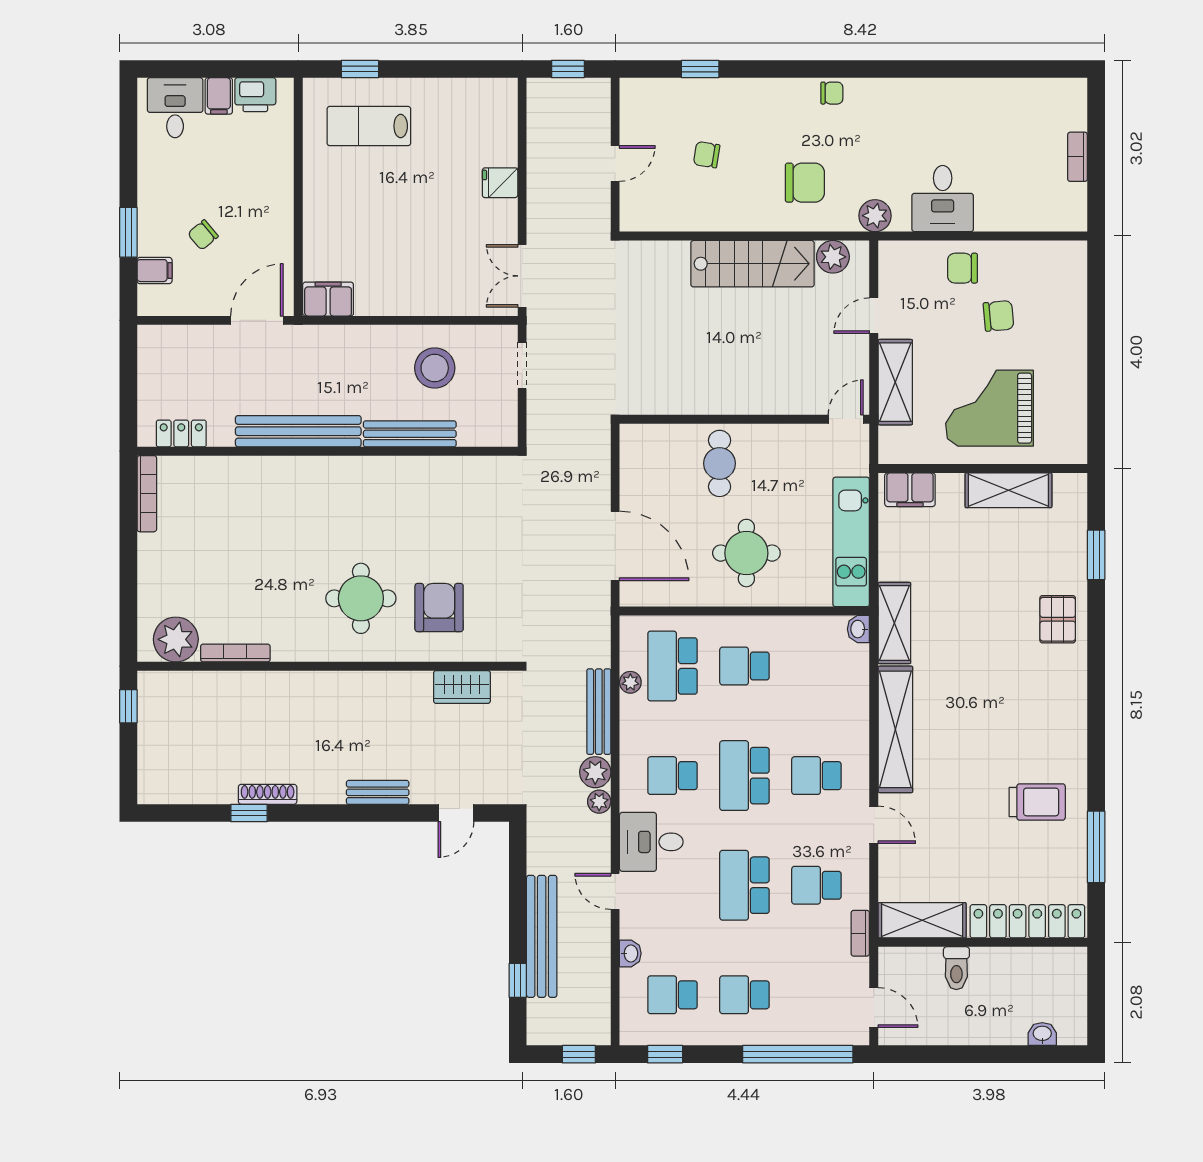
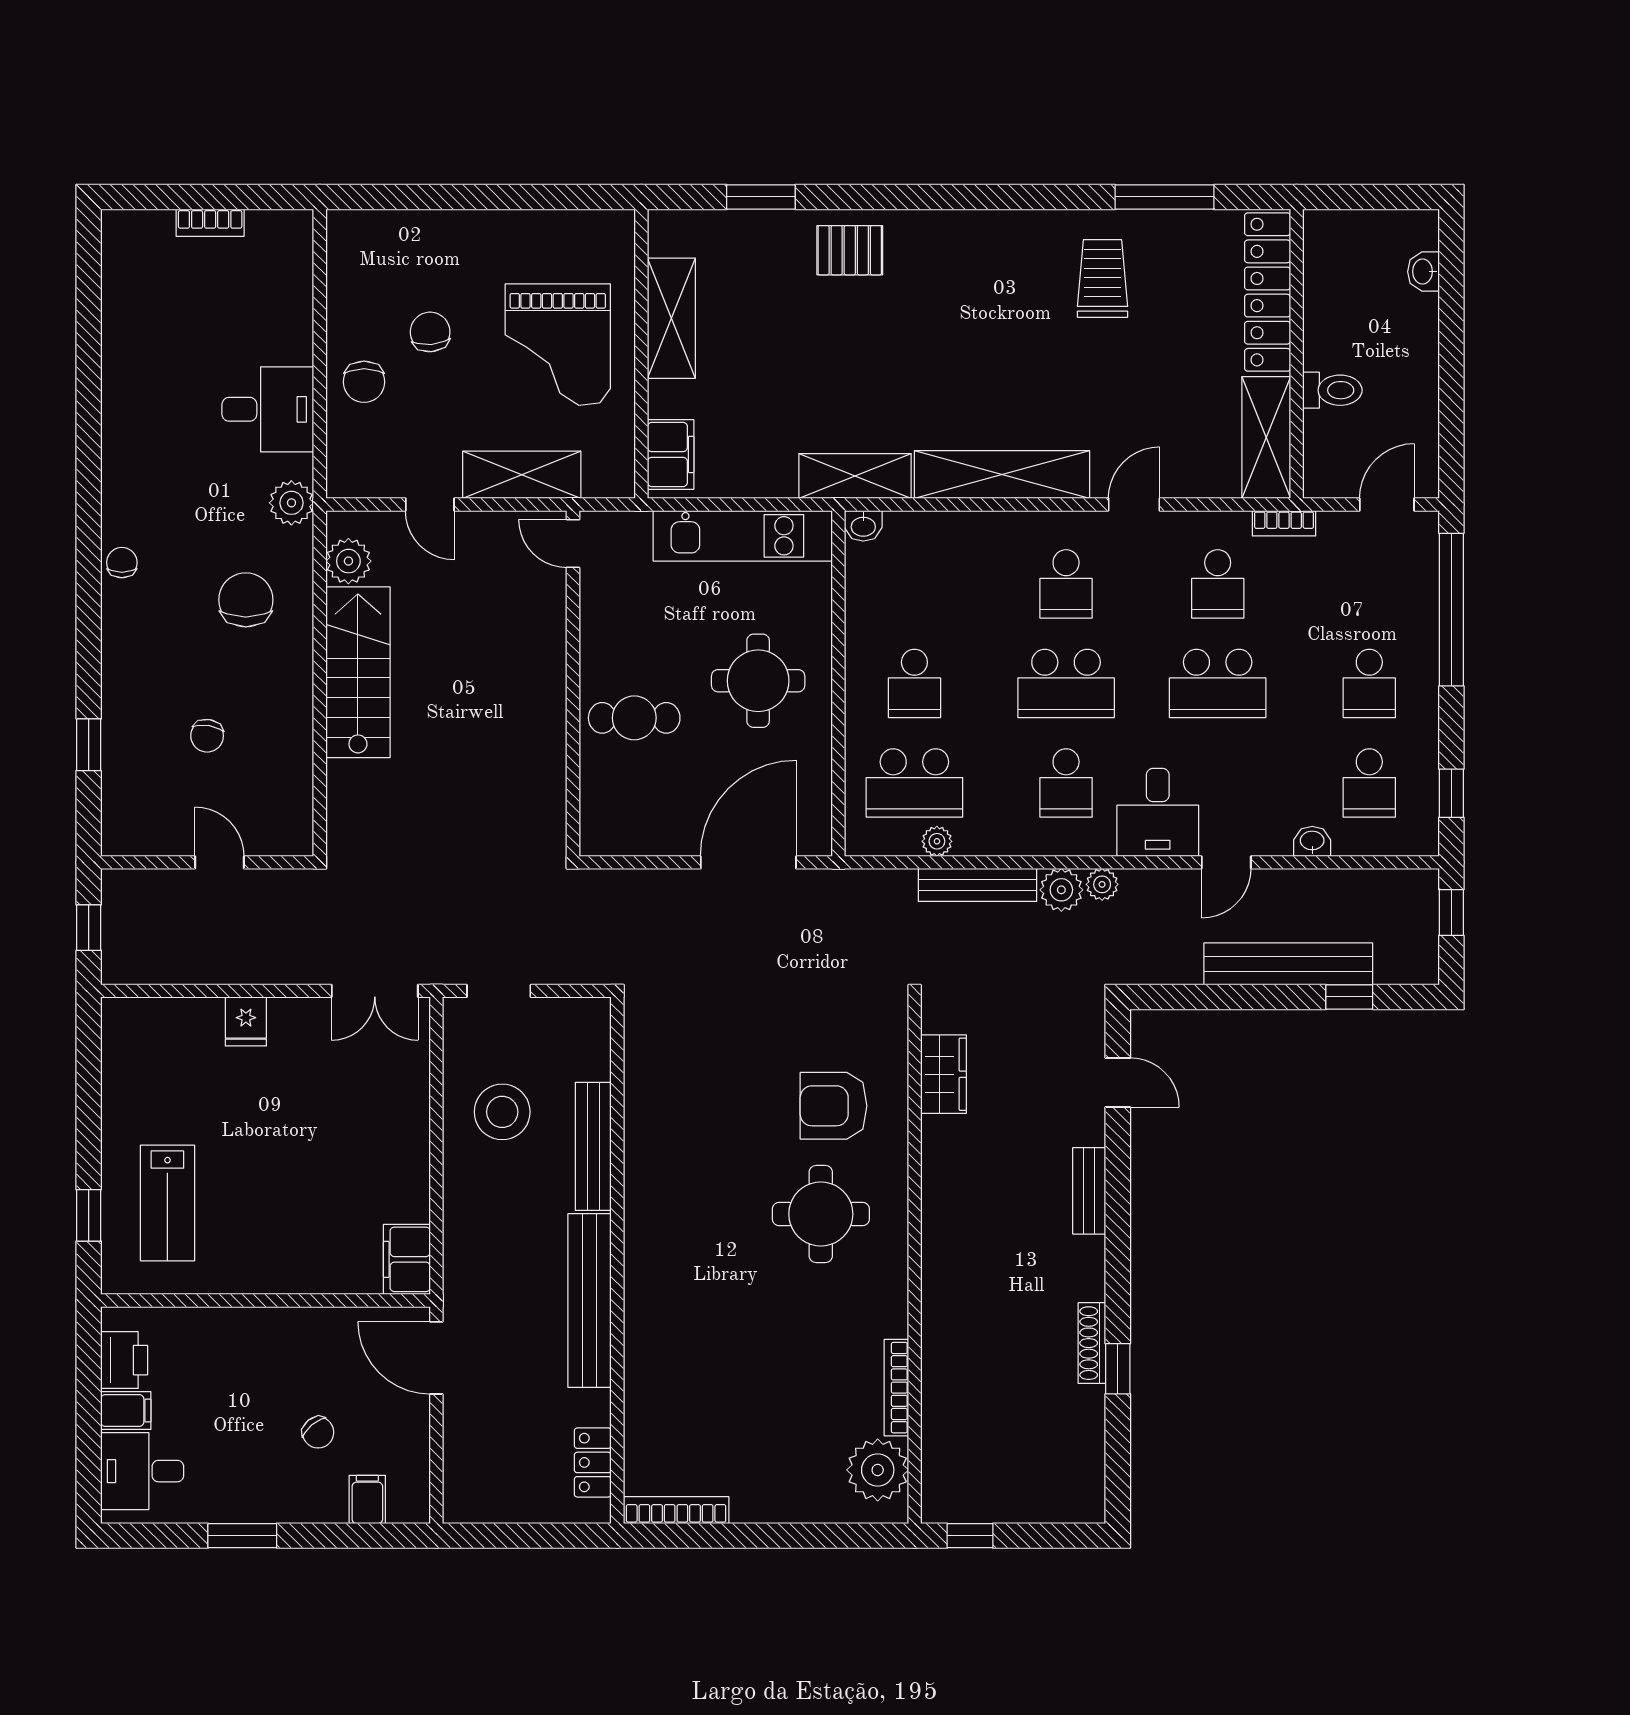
window: (128, 232) -> (242, 1536), moved

